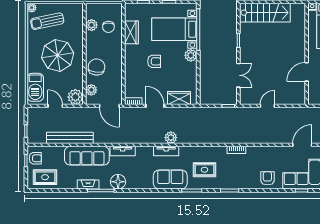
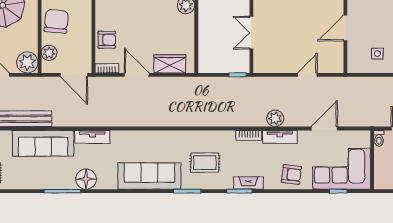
armchair: (154, 61) -> (107, 40), moved
double door: (238, 75) -> (251, 33), swing flipped
door: (267, 106) -> (307, 75), moved
plant: (171, 138) -> (275, 118), moved
door: (302, 145) -> (324, 129), moved
tv unit: (166, 151) -> (280, 137), moved
armchair: (267, 178) -> (291, 174), turned 97
sofa: (170, 179) -> (149, 176), width x1.36
fireplace: (88, 185) -> (248, 183), moved

